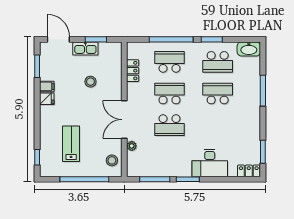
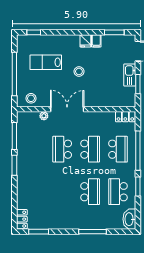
locker: (133, 71) -> (125, 117), moved
stool: (90, 82) -> (79, 71), moved
lab bench: (71, 144) -> (46, 62), turned 180
desk: (210, 163) -> (29, 185), removed

